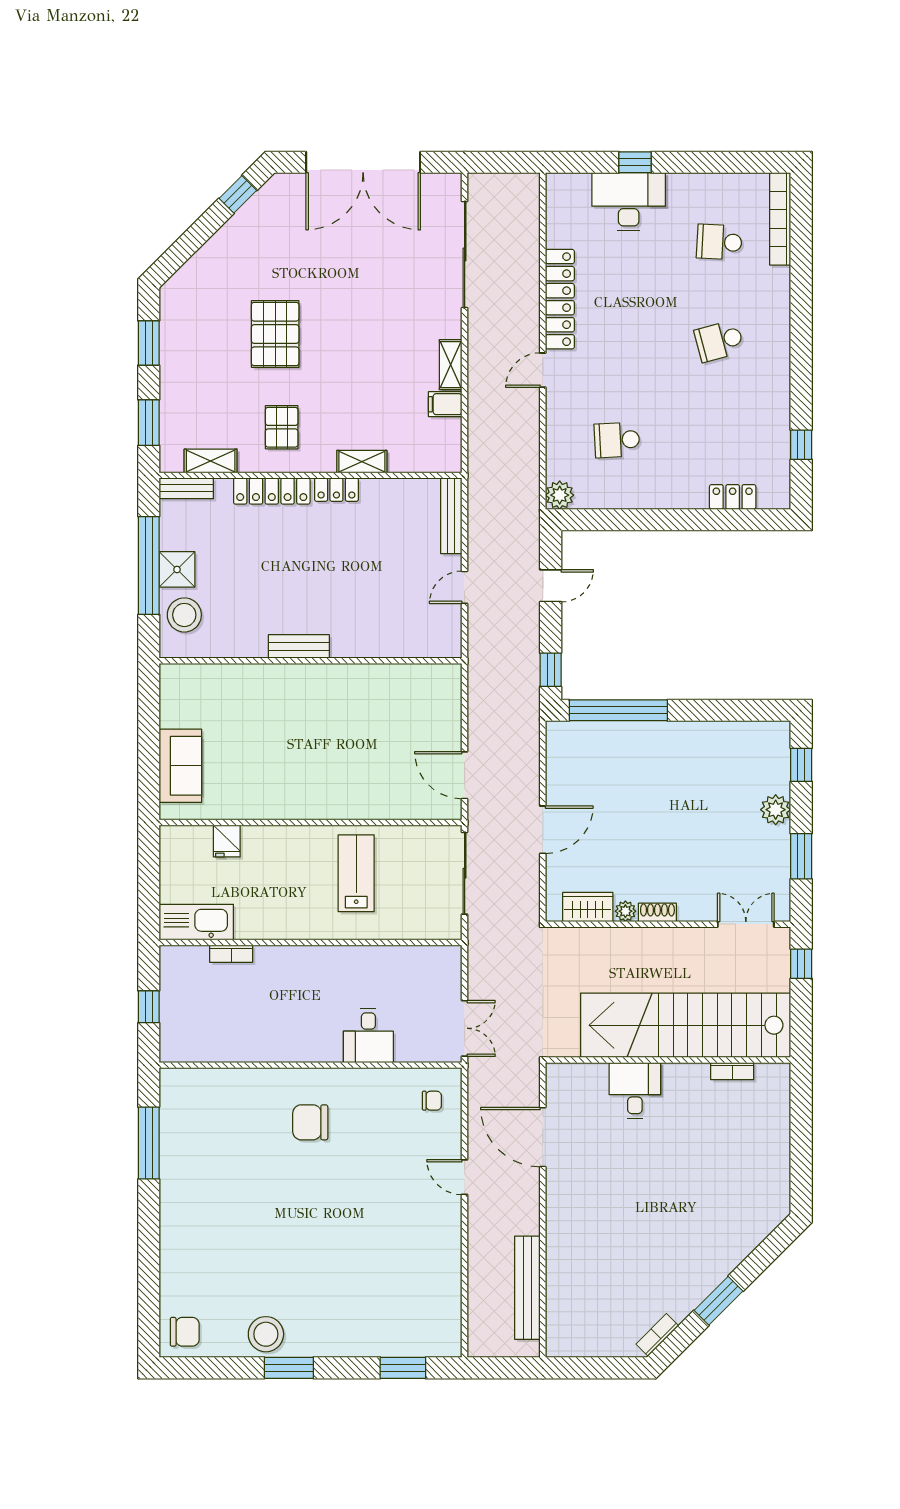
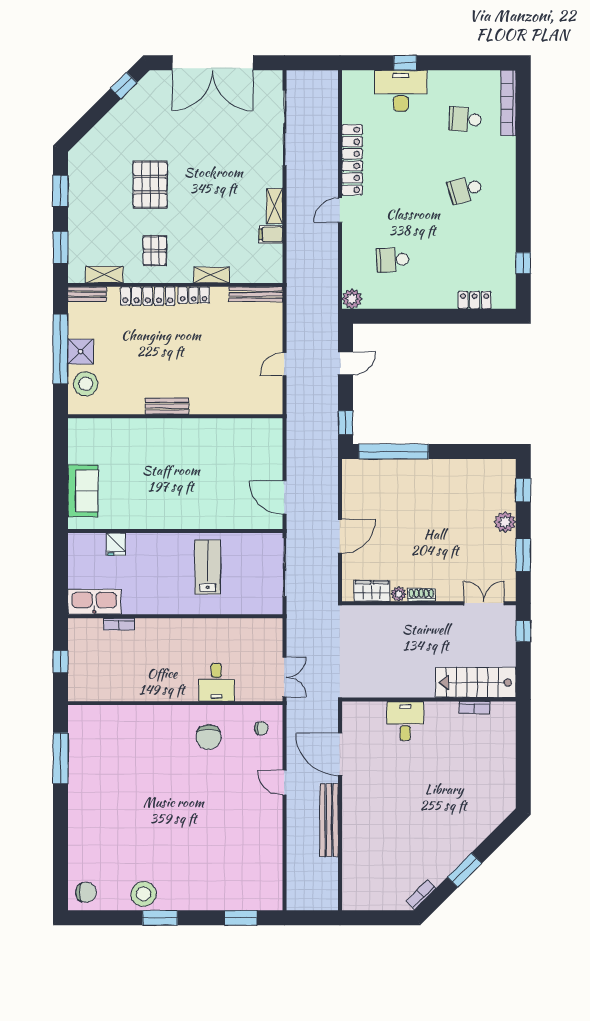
bench: (451, 516) -> (256, 294), moved, turned 90
stairs: (686, 1025) -> (476, 682), width x0.54, depth x0.66
chair: (310, 1122) -> (209, 737), moved, turned -90
bench: (527, 1288) -> (329, 820), moved

